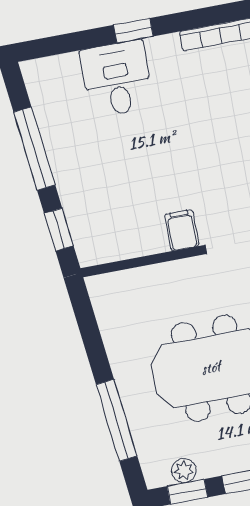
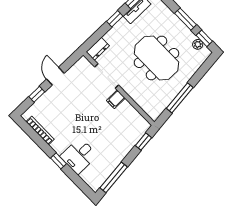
window: (34, 149) -> (114, 177), moved
window: (117, 420) -> (180, 98), moved

